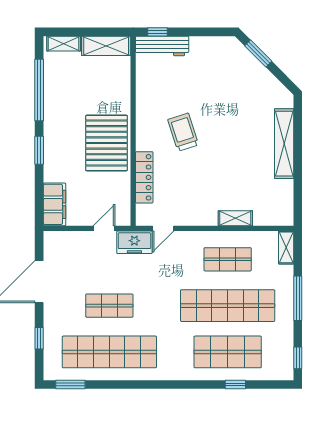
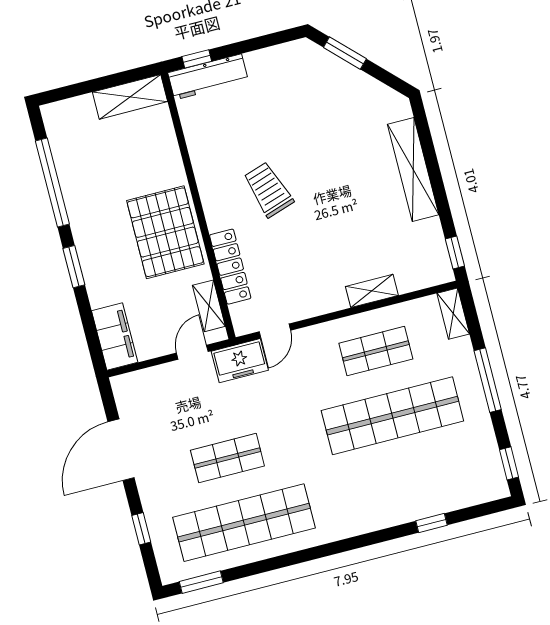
shelving: (64, 44) -> (209, 306), moved, turned 90
window: (298, 207) -> (455, 252), added
shop shelf: (228, 352) -> (409, 480), removed

